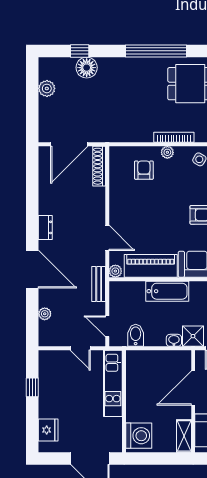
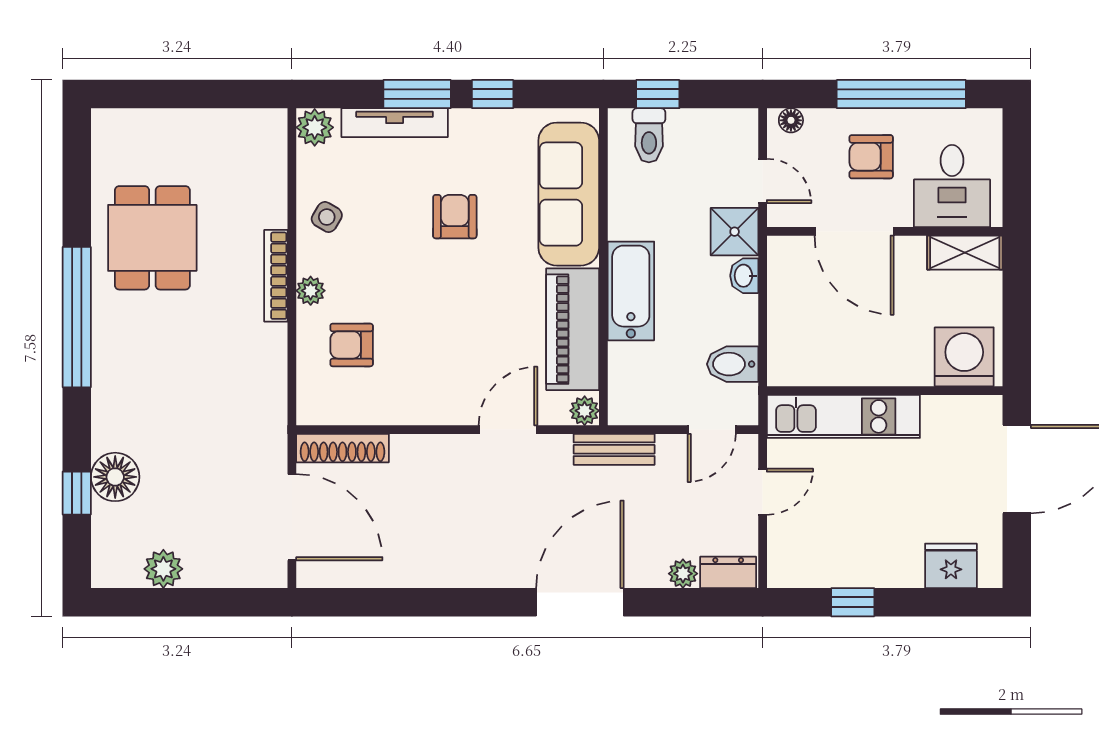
dresser: (45, 227) -> (728, 572), moved

